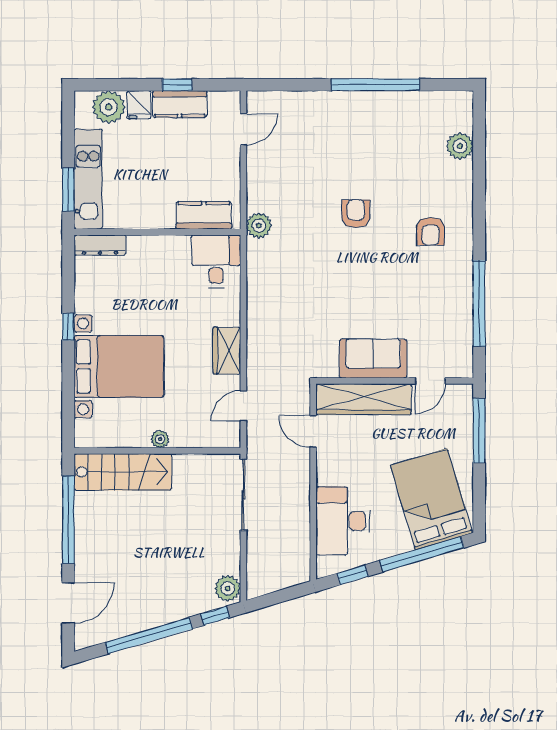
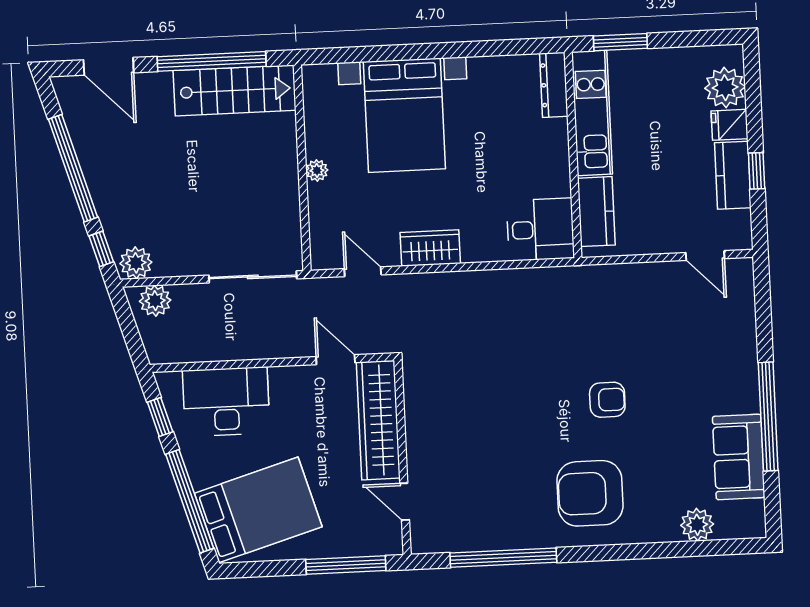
kitchen unit: (88, 179) -> (592, 113), moved, turned -90
plant: (259, 226) -> (155, 301), moved
armchair: (431, 231) -> (590, 493), width x1.88, depth x1.88
window: (68, 327) -> (451, 50), removed
sofa: (373, 359) -> (739, 457), moved, turned 180
door: (313, 431) -> (336, 360), hinge flipped
stairs: (123, 472) -> (235, 90), moved, turned -90

